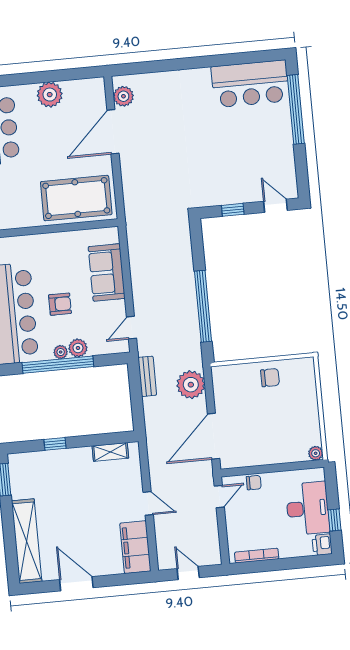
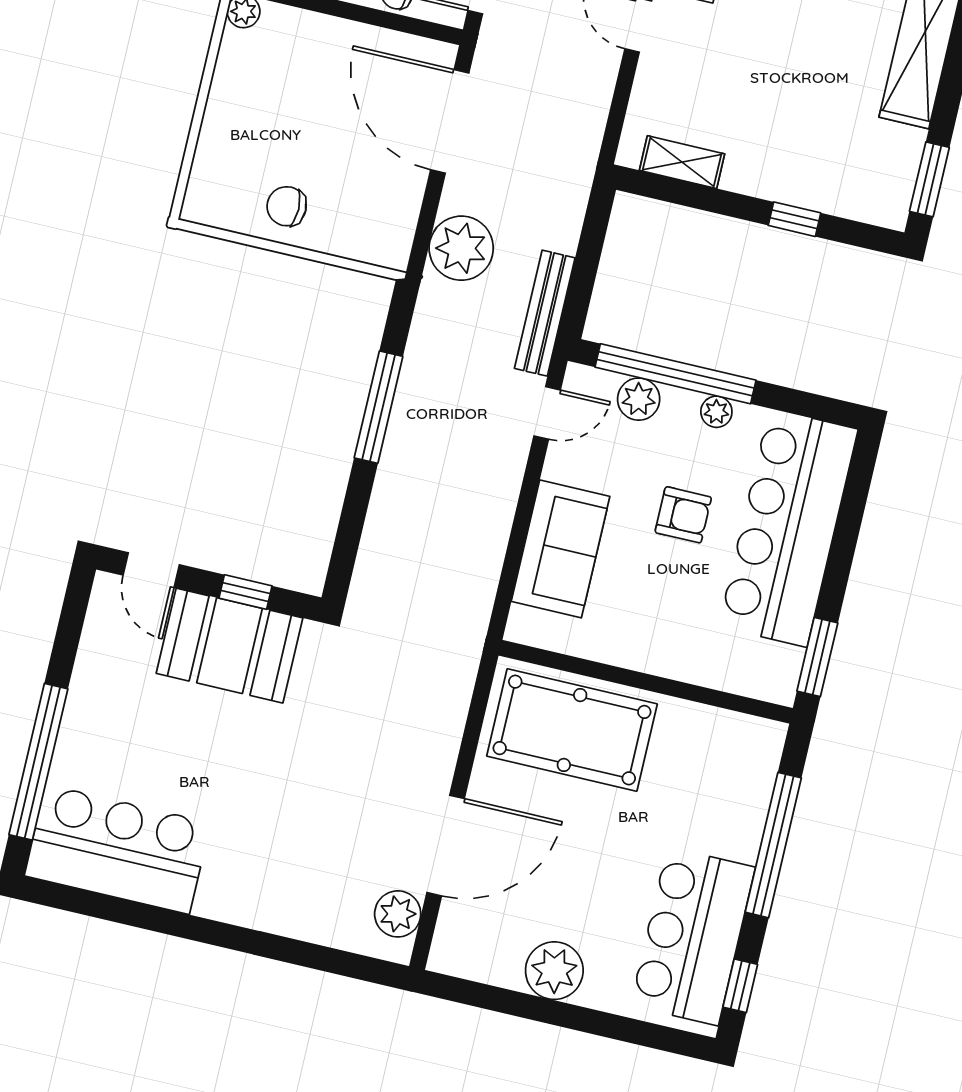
booth: (232, 185) -> (229, 646), added
armchair: (60, 304) -> (683, 515), turned 180
window: (203, 306) -> (379, 407), width x0.68
plant: (78, 348) -> (639, 399), moved
window: (58, 365) -> (676, 374), moved
bench: (147, 376) -> (545, 313), width x1.36
door: (214, 436) -> (450, 121), swing flipped

